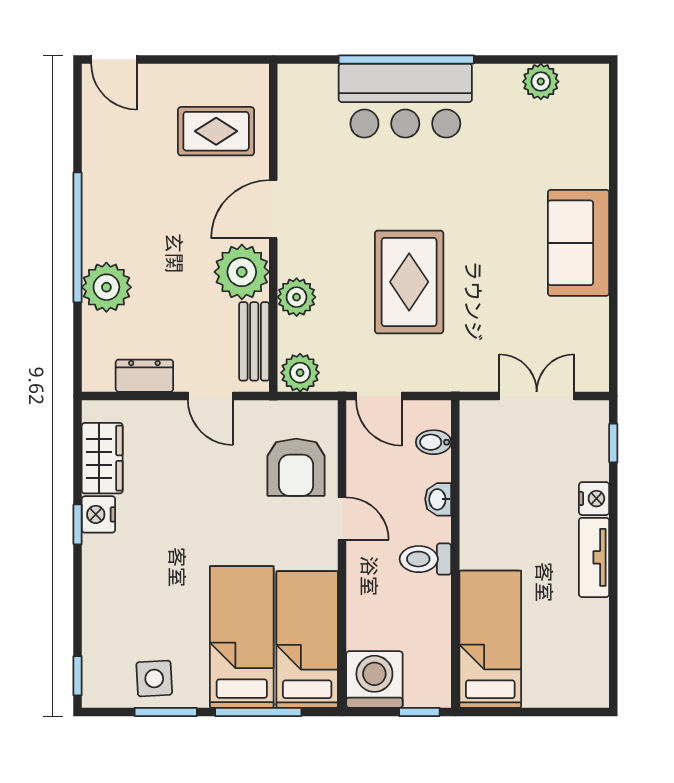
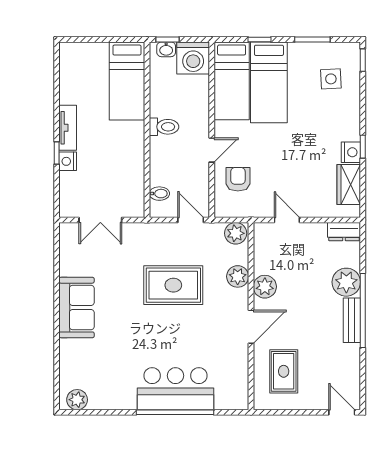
plant: (541, 82) -> (77, 400), moved
rug: (216, 131) -> (284, 371), turned 90
plant: (242, 272) -> (265, 287), width x0.73, depth x0.73
rug: (409, 282) -> (173, 285), turned 90
bench: (254, 341) -> (352, 320), moved
dresser: (144, 376) -> (344, 232), moved
window: (613, 443) -> (57, 153), moved
armchair: (296, 467) -> (238, 179), width x0.72, depth x0.72
washbasin: (438, 499) -> (166, 49), moved, turned 90
door: (342, 518) -> (212, 150), swing flipped
side table: (154, 678) -> (331, 79), moved
window: (258, 712) -> (260, 39), width x0.46

